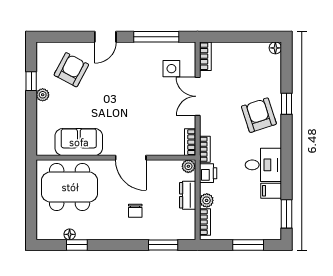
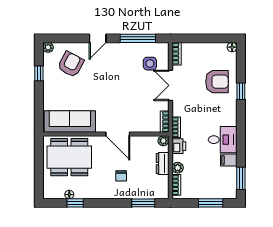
plant: (43, 95) -> (48, 47), moved
armchair: (259, 115) -> (217, 82), moved, turned 108
sofa: (79, 142) -> (70, 122), width x1.36

